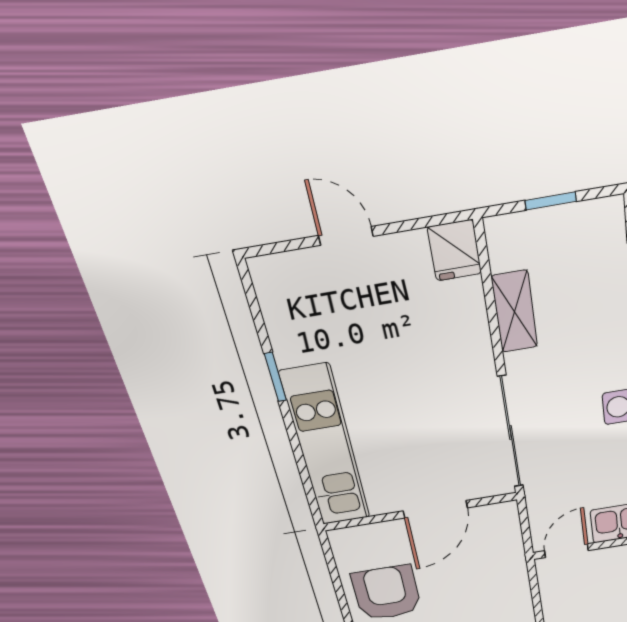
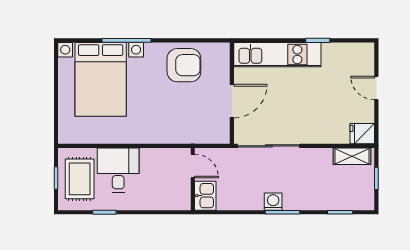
door: (346, 236) -> (376, 88), swing flipped
shelving: (515, 312) -> (352, 156), moved
door: (435, 509) -> (232, 101), swing flipped

